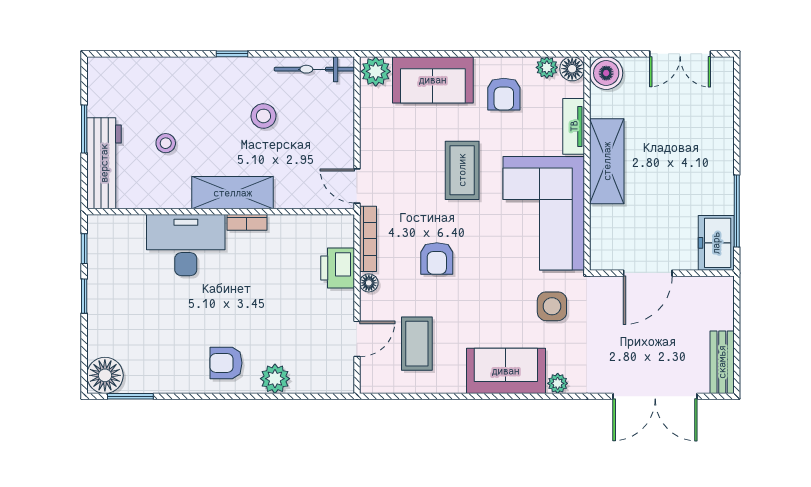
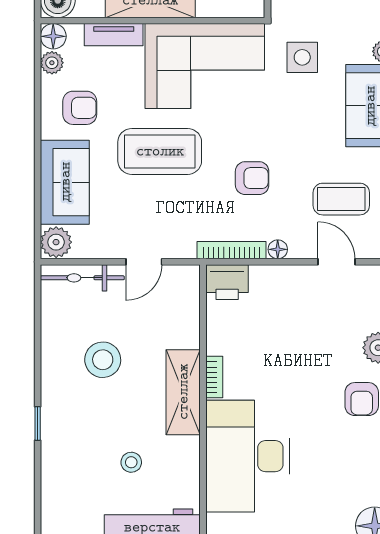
window: (232, 54) -> (38, 424), moved
bicycle: (314, 69) -> (82, 278), moved, turned 90
stool: (263, 116) -> (103, 360), width x1.38, depth x1.38
coffee table: (462, 170) -> (160, 151), width x1.36, depth x1.32
door: (357, 186) -> (144, 262), moved
desk: (186, 245) -> (248, 456), width x1.36, depth x1.30
printer: (338, 268) -> (227, 282), moved

